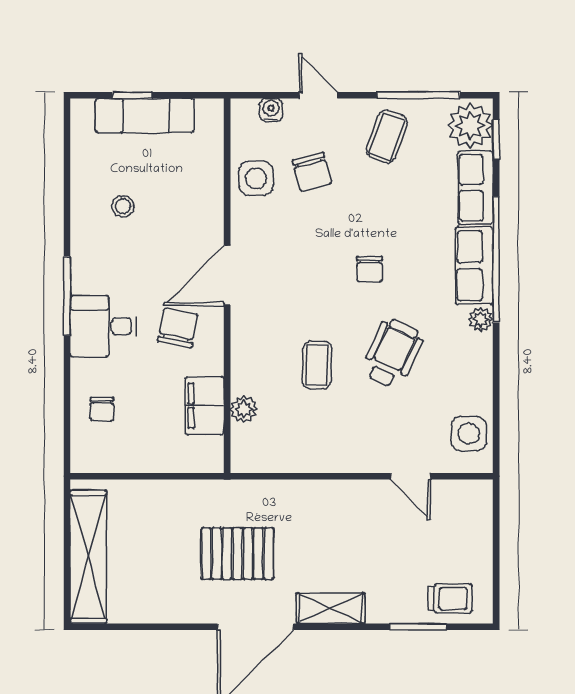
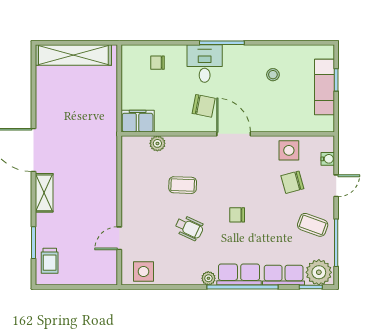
wheelchair: (392, 353) -> (189, 228), width x0.73, depth x0.73
filing cabinet: (205, 406) -> (138, 121), moved
pallet: (237, 554) -> (75, 140), removed

